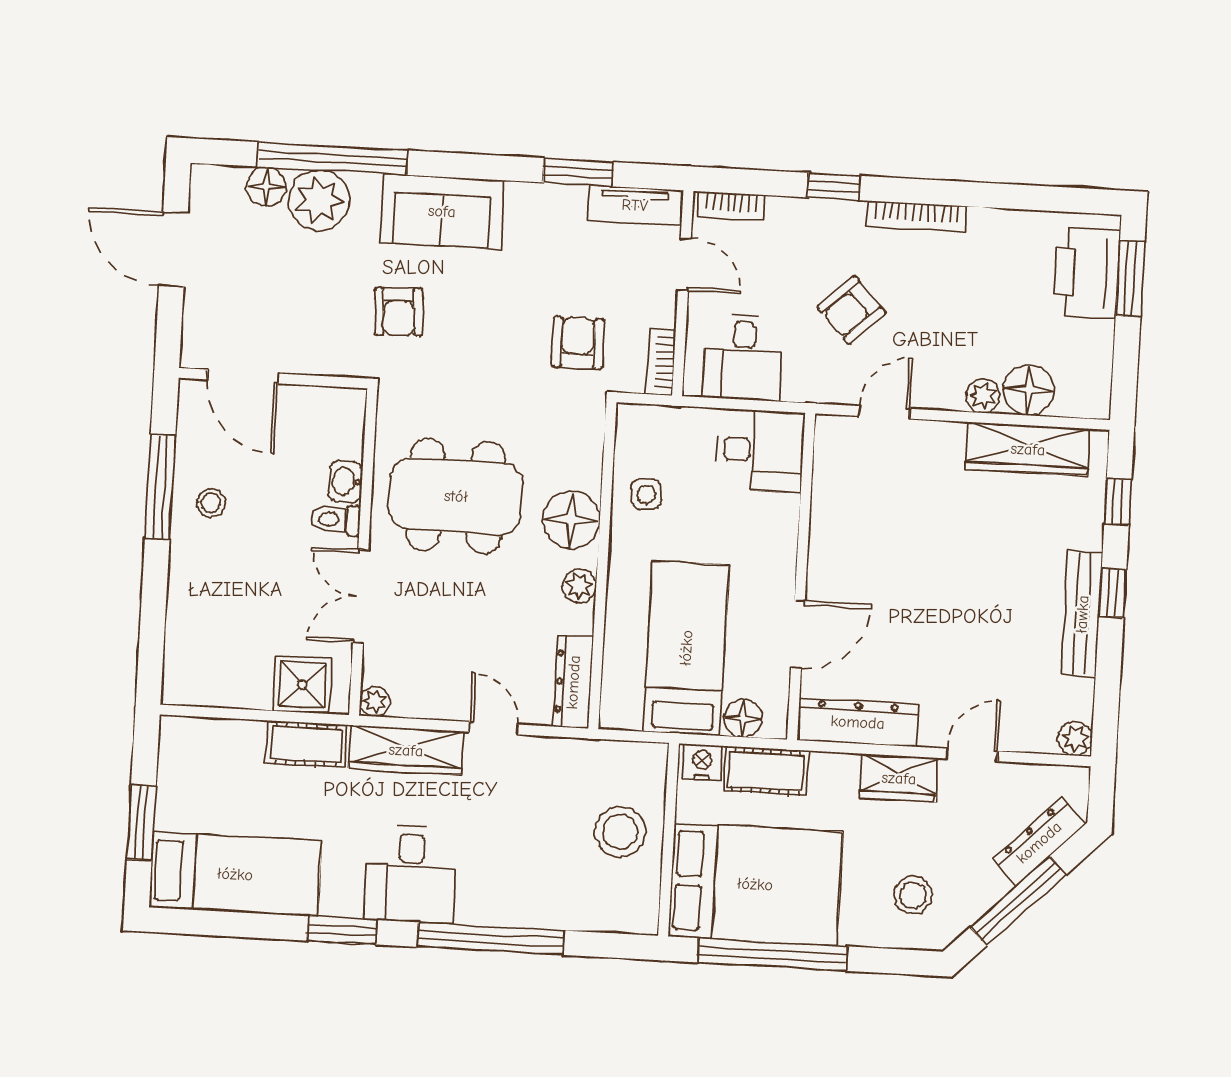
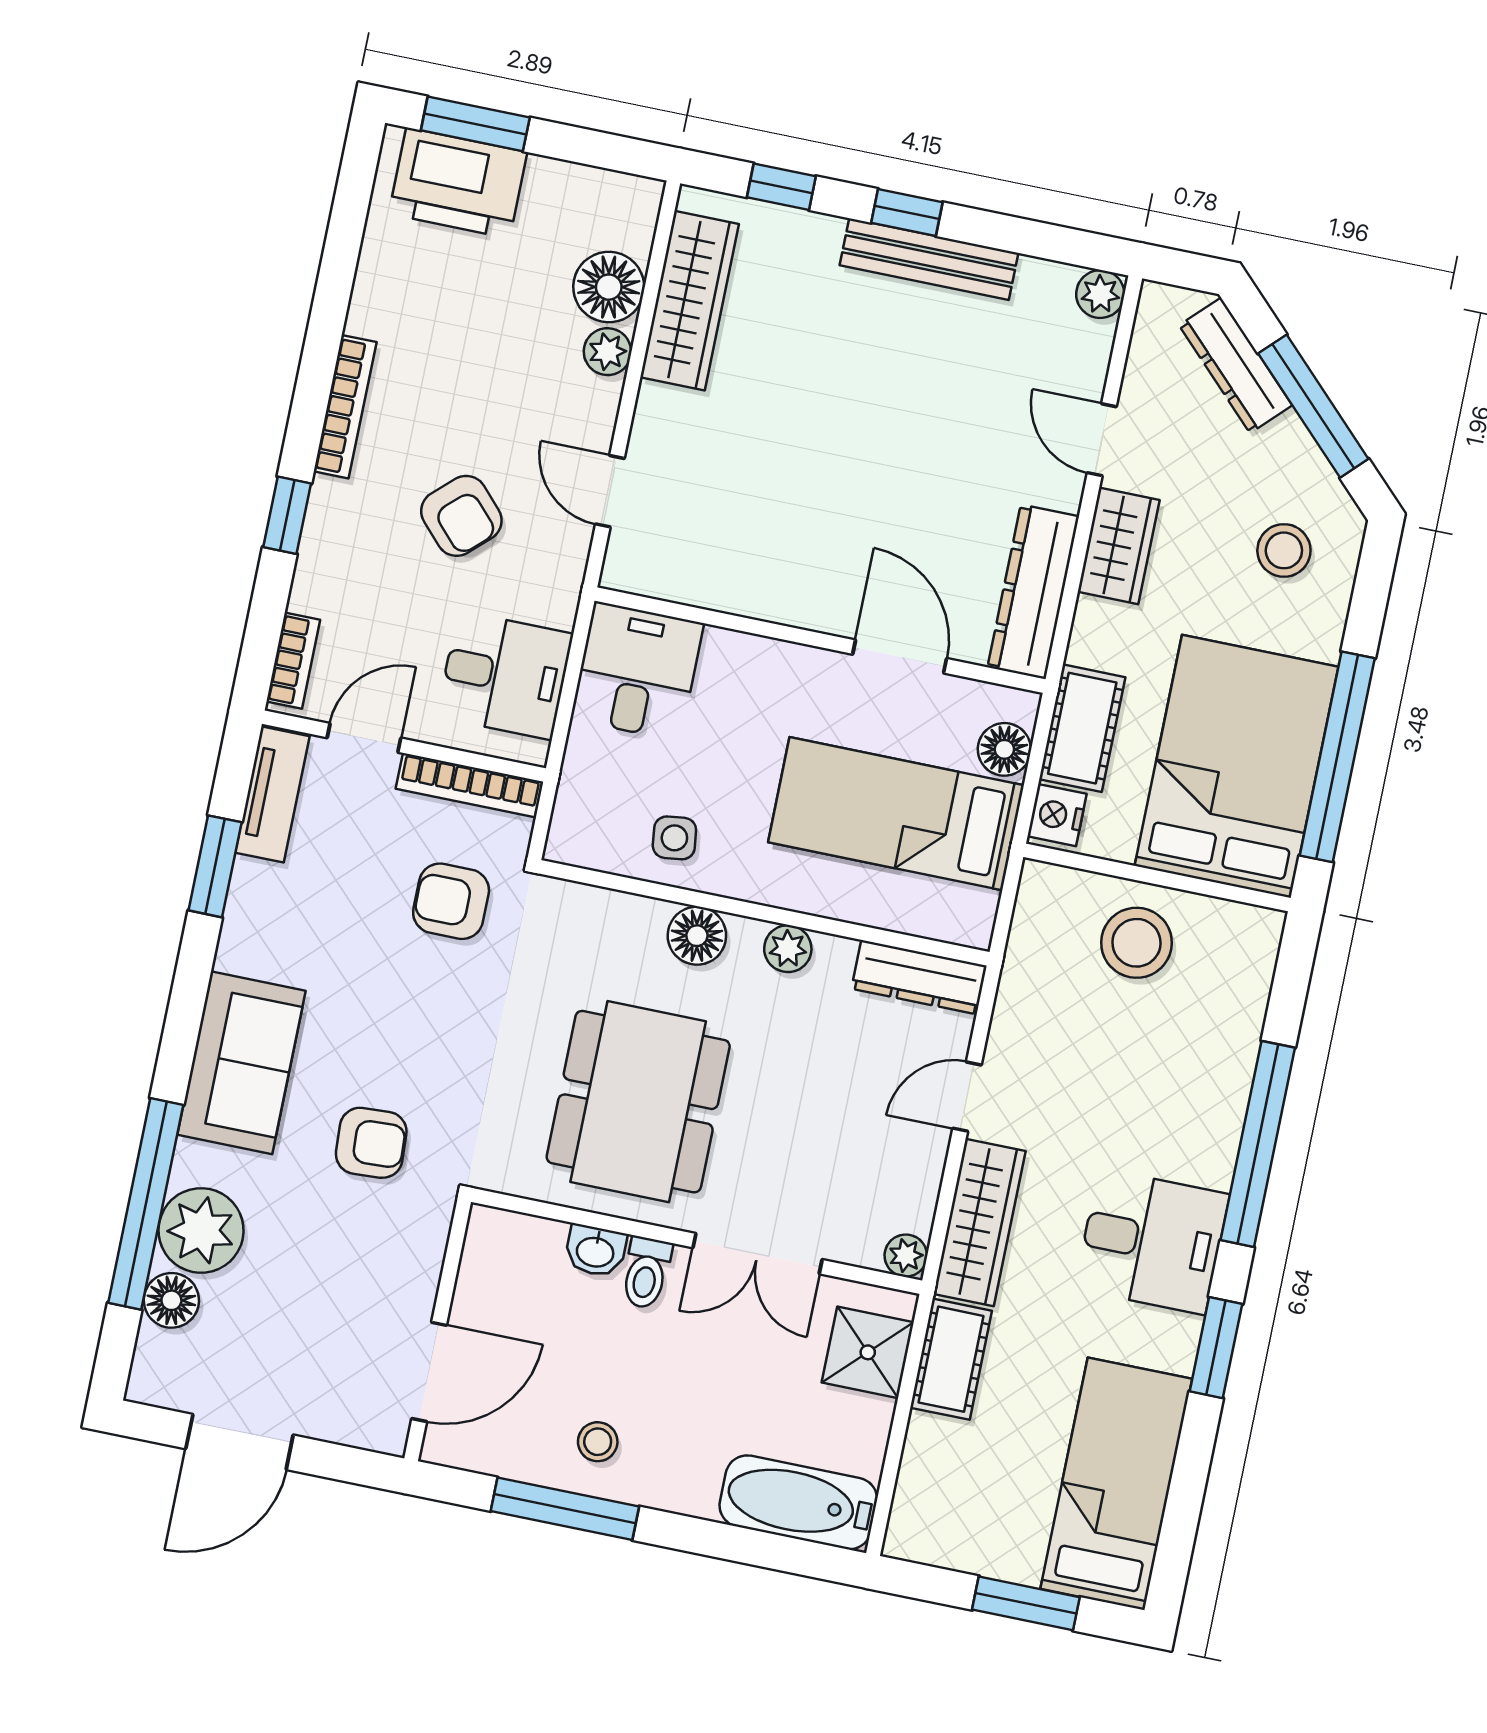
bookcase: (661, 362) -> (470, 785), width x1.56
floor lamp: (571, 520) -> (697, 936), width x0.73, depth x0.73
bathtub: (189, 651) -> (798, 1502), added

